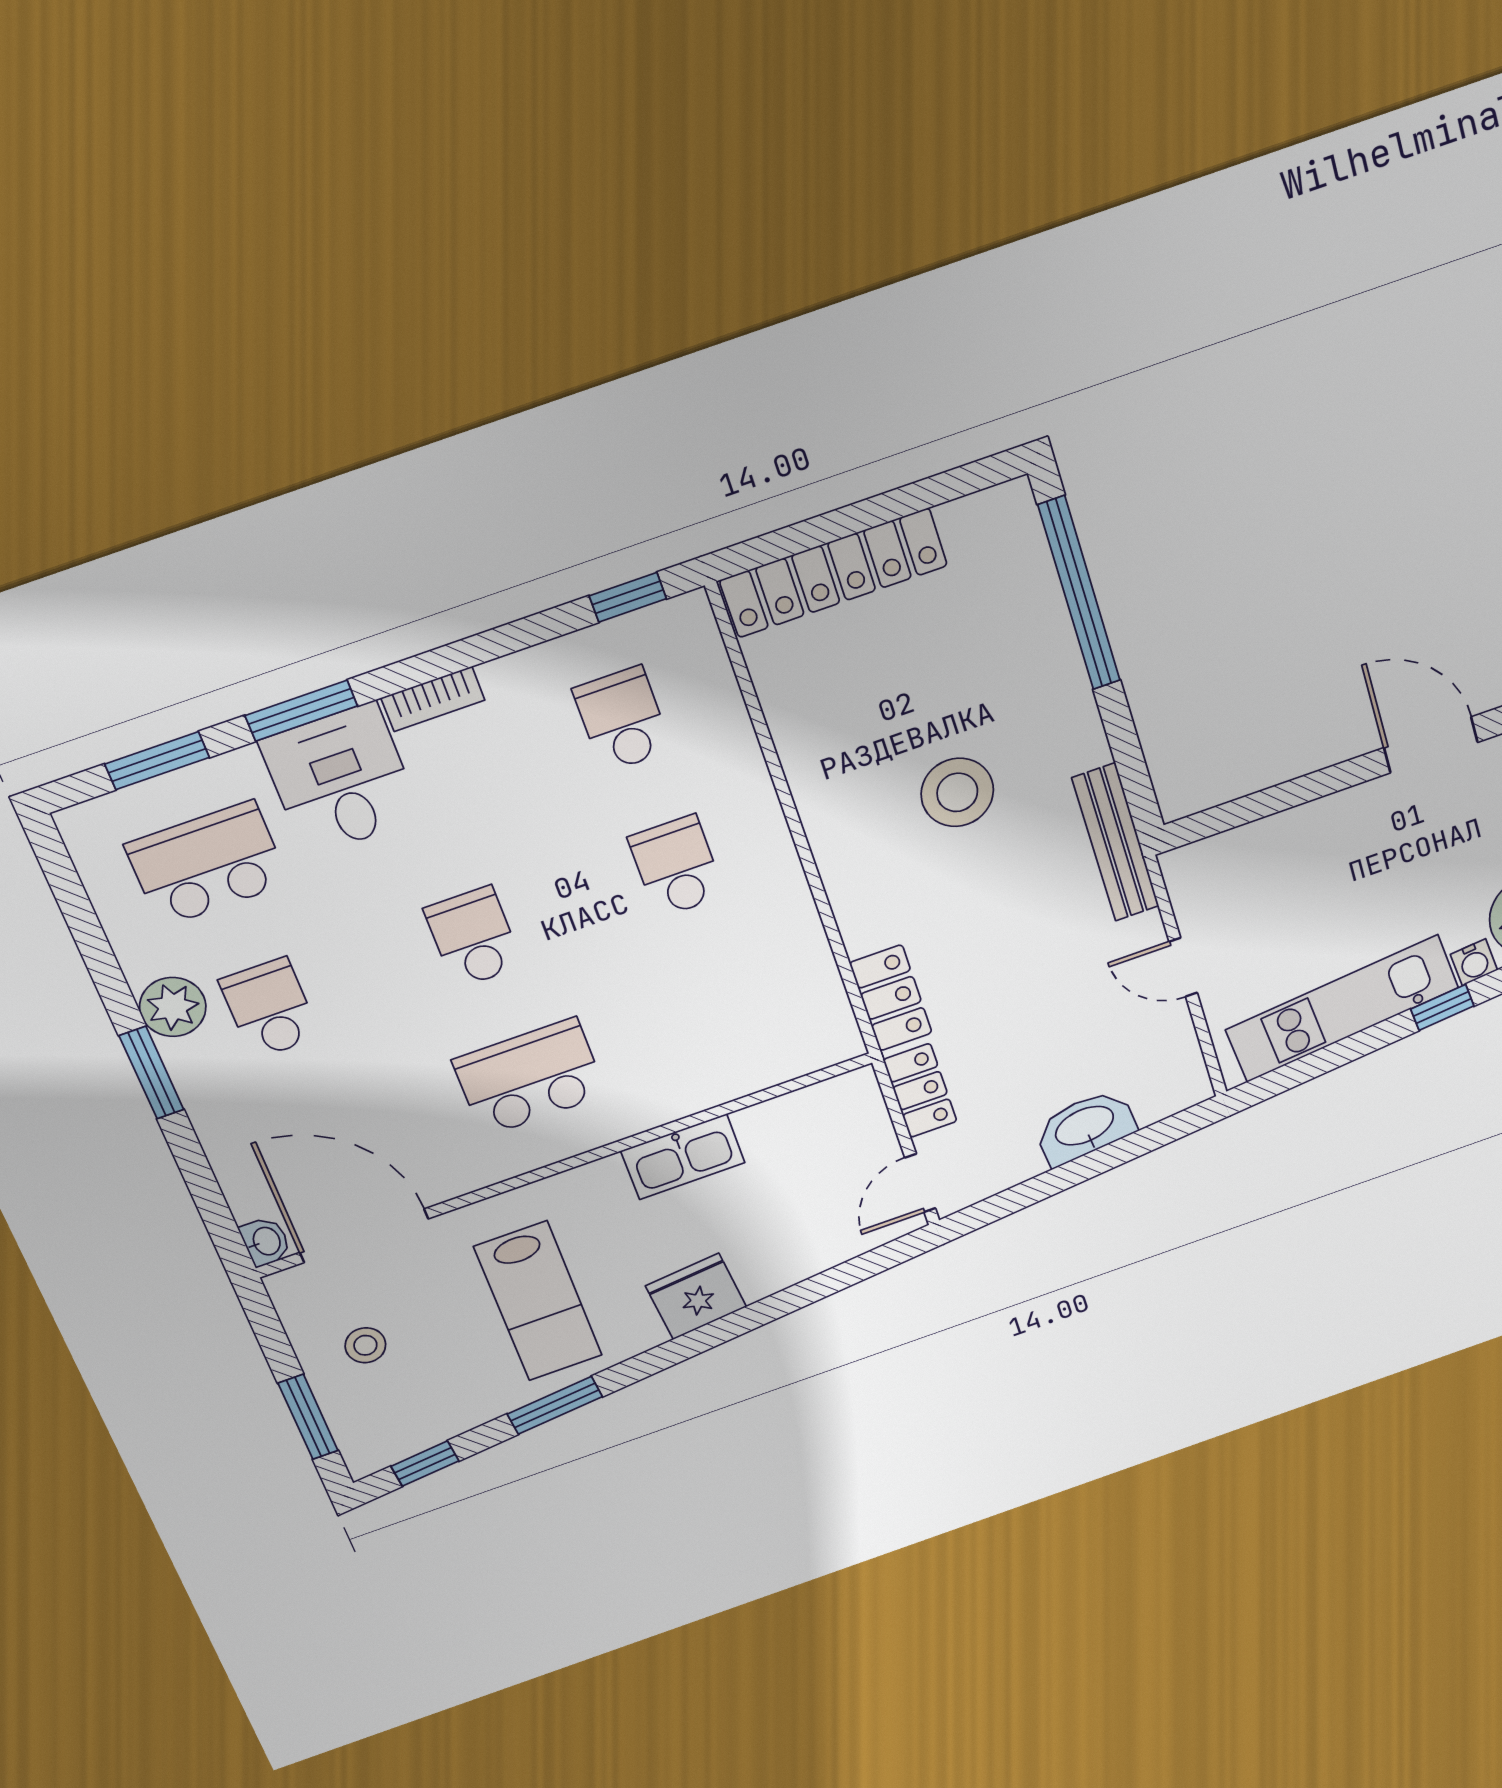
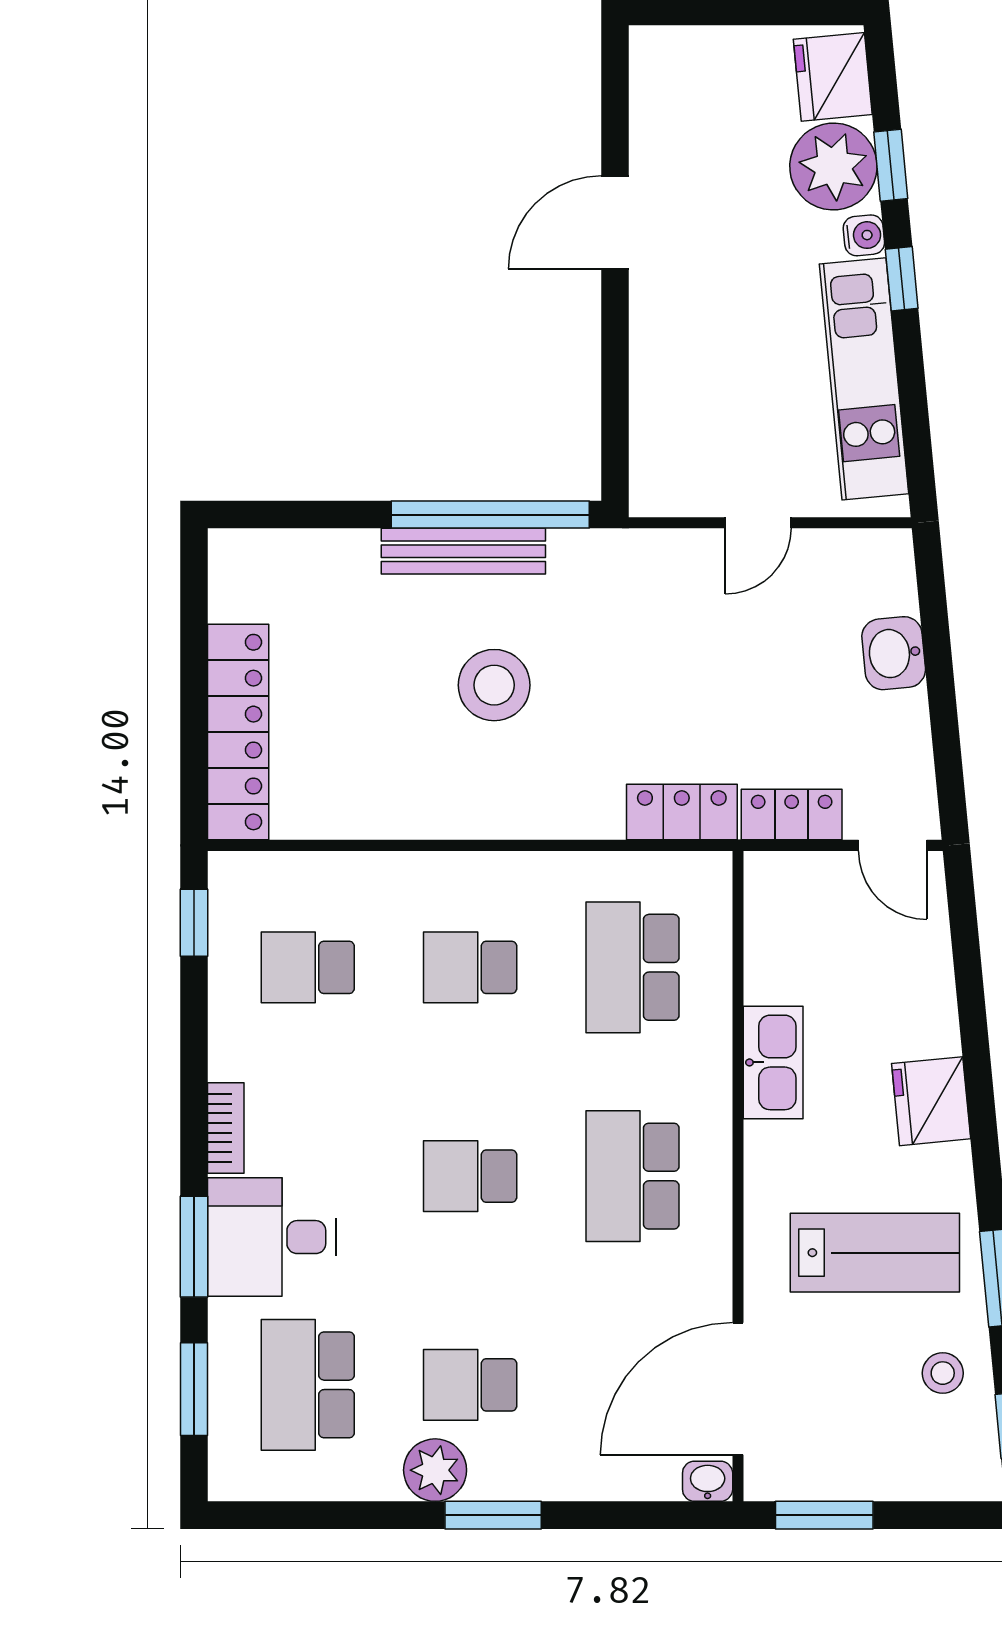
window: (1079, 593) -> (490, 515), moved
bench: (1116, 842) -> (463, 551), moved
school desk: (728, 1008) -> (632, 967), added
washbasin: (1085, 1127) -> (894, 653), width x0.72
stool: (365, 1345) -> (943, 1373), moved
window: (308, 1417) -> (824, 1515), moved

